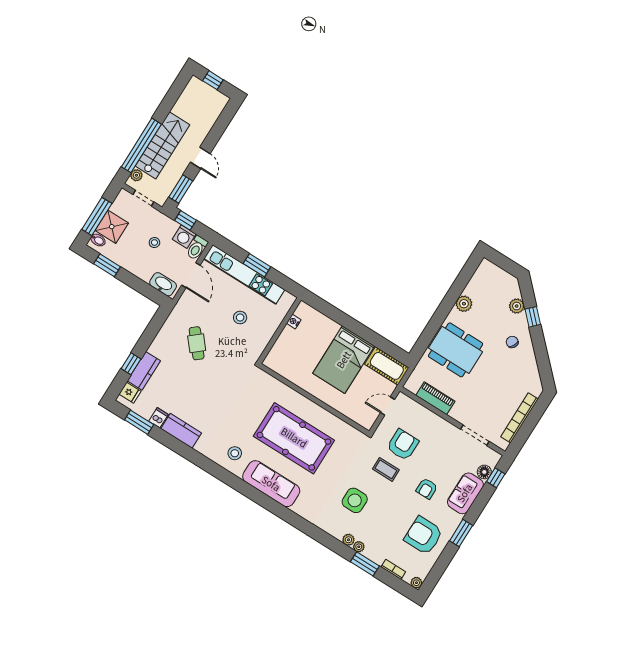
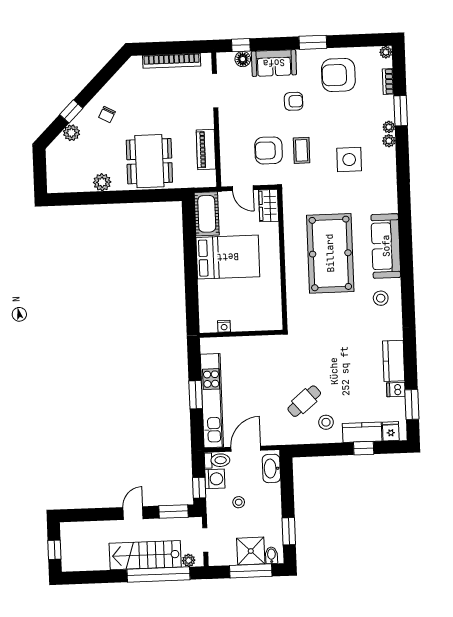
stool: (240, 318) -> (326, 422), moved
wardrobe: (361, 417) -> (269, 206), added
armchair: (424, 536) -> (338, 75), turned 90

